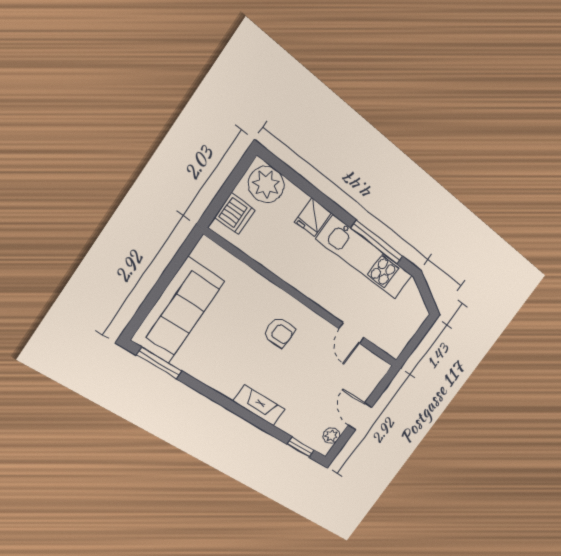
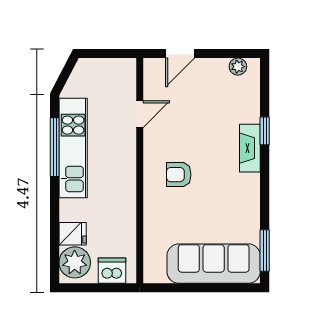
fridge: (313, 217) -> (73, 234), moved
armchair: (279, 332) -> (179, 175), turned -90
door: (360, 416) -> (180, 53), moved
window: (301, 447) -> (265, 131), moved

